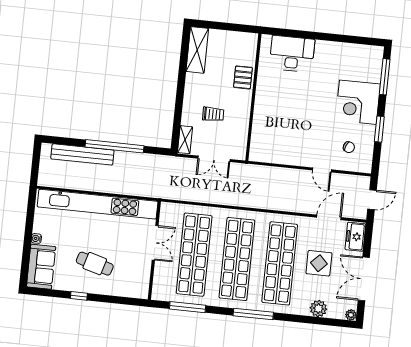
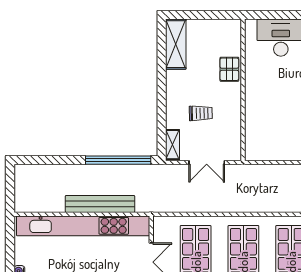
window: (114, 146) -> (118, 160), moved
bench: (82, 154) -> (100, 204), moved

